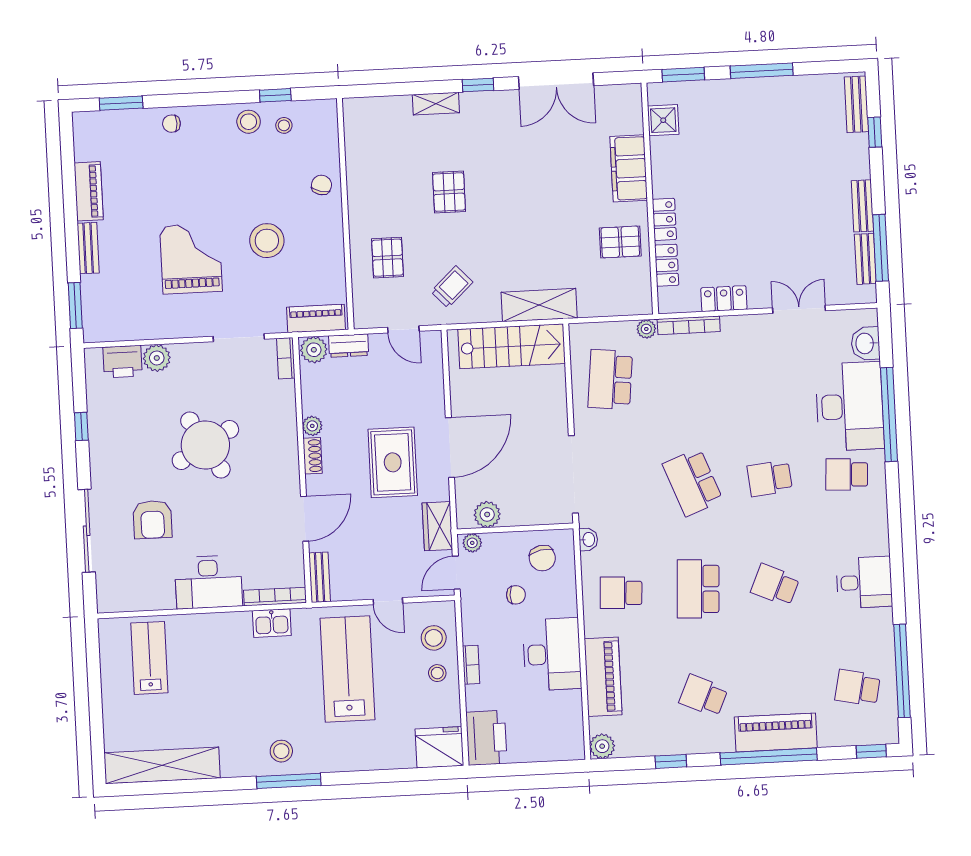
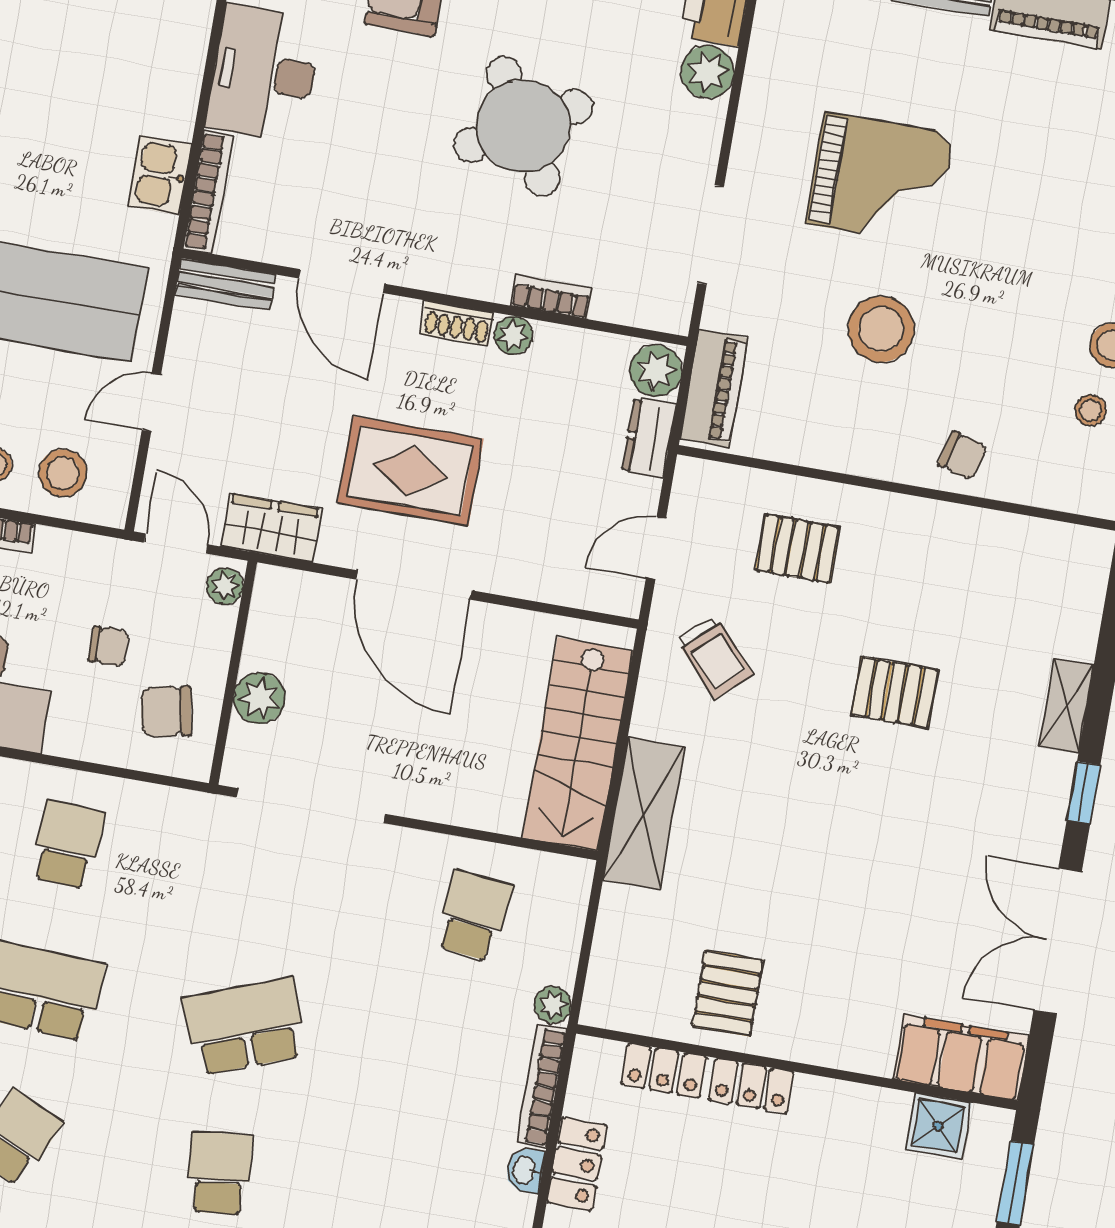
filing cabinet: (629, 168) -> (961, 1058), moved
bookcase: (286, 358) -> (551, 297), moved
school desk: (610, 379) -> (473, 915), width x0.54
plant: (487, 514) -> (259, 698), moved
washbasin: (588, 540) -> (525, 1170), moved, turned 90
chair: (516, 595) -> (109, 646), turned -90

